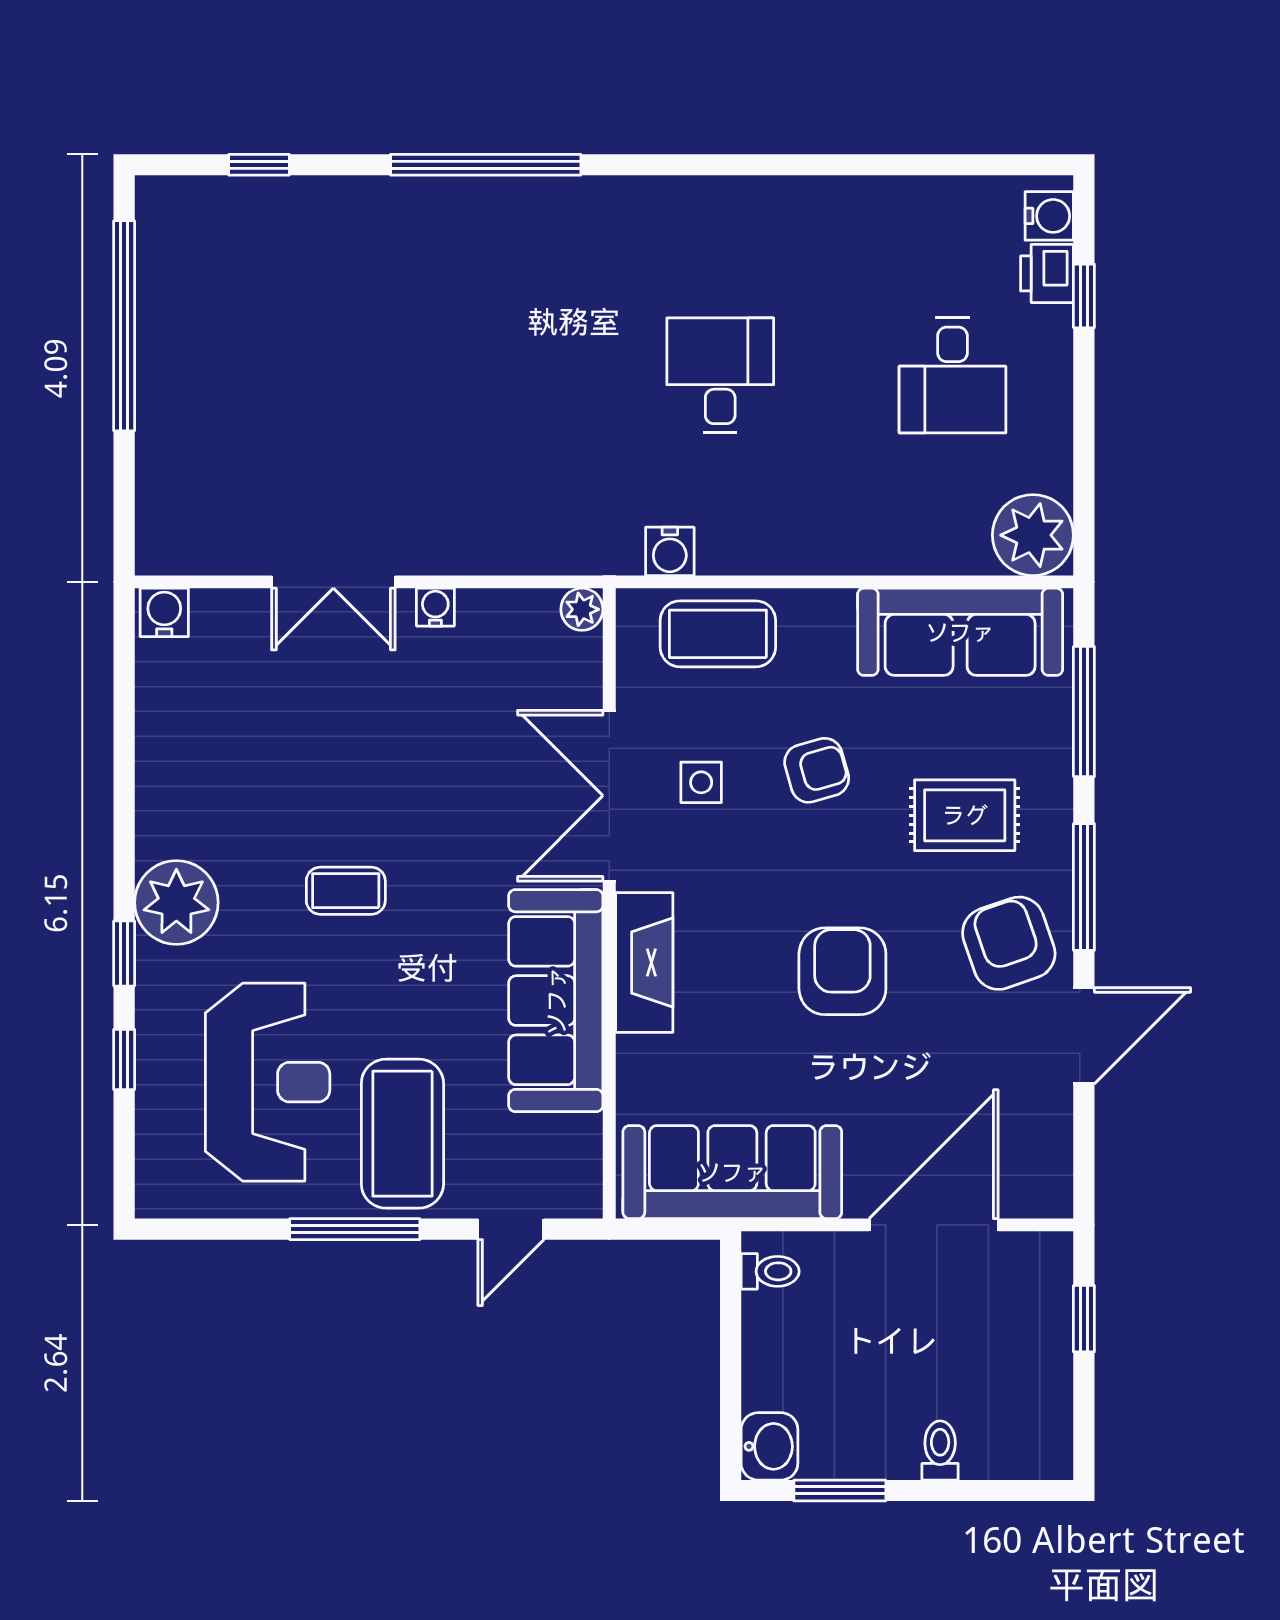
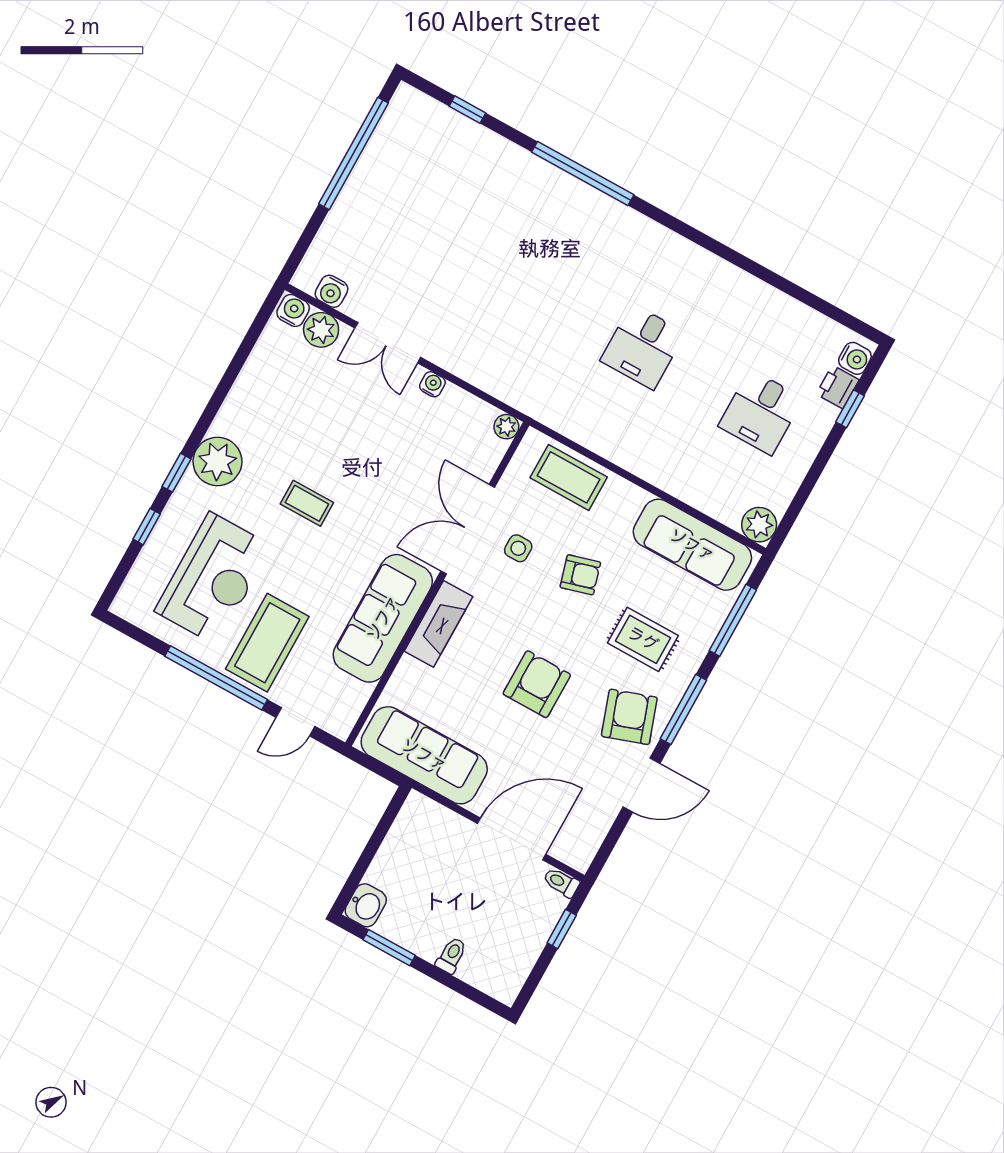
desk: (720, 375) -> (643, 347), turned 180
plant: (1033, 535) -> (759, 525), width x0.73, depth x0.73
water cooler: (670, 551) -> (332, 291), moved
plant: (223, 618) -> (321, 330), added
window: (355, 1229) -> (216, 678), width x1.46
toilet: (770, 1271) -> (561, 882), moved, turned 180

